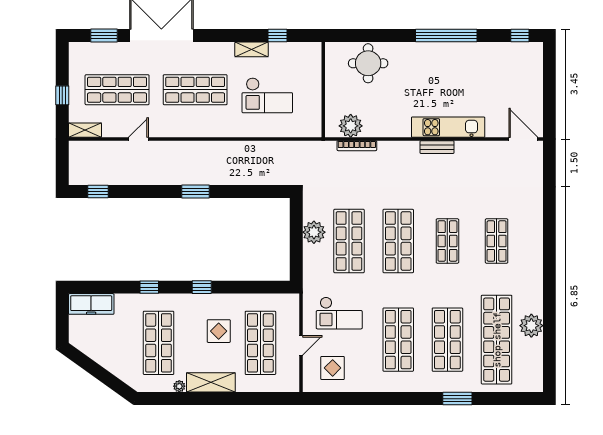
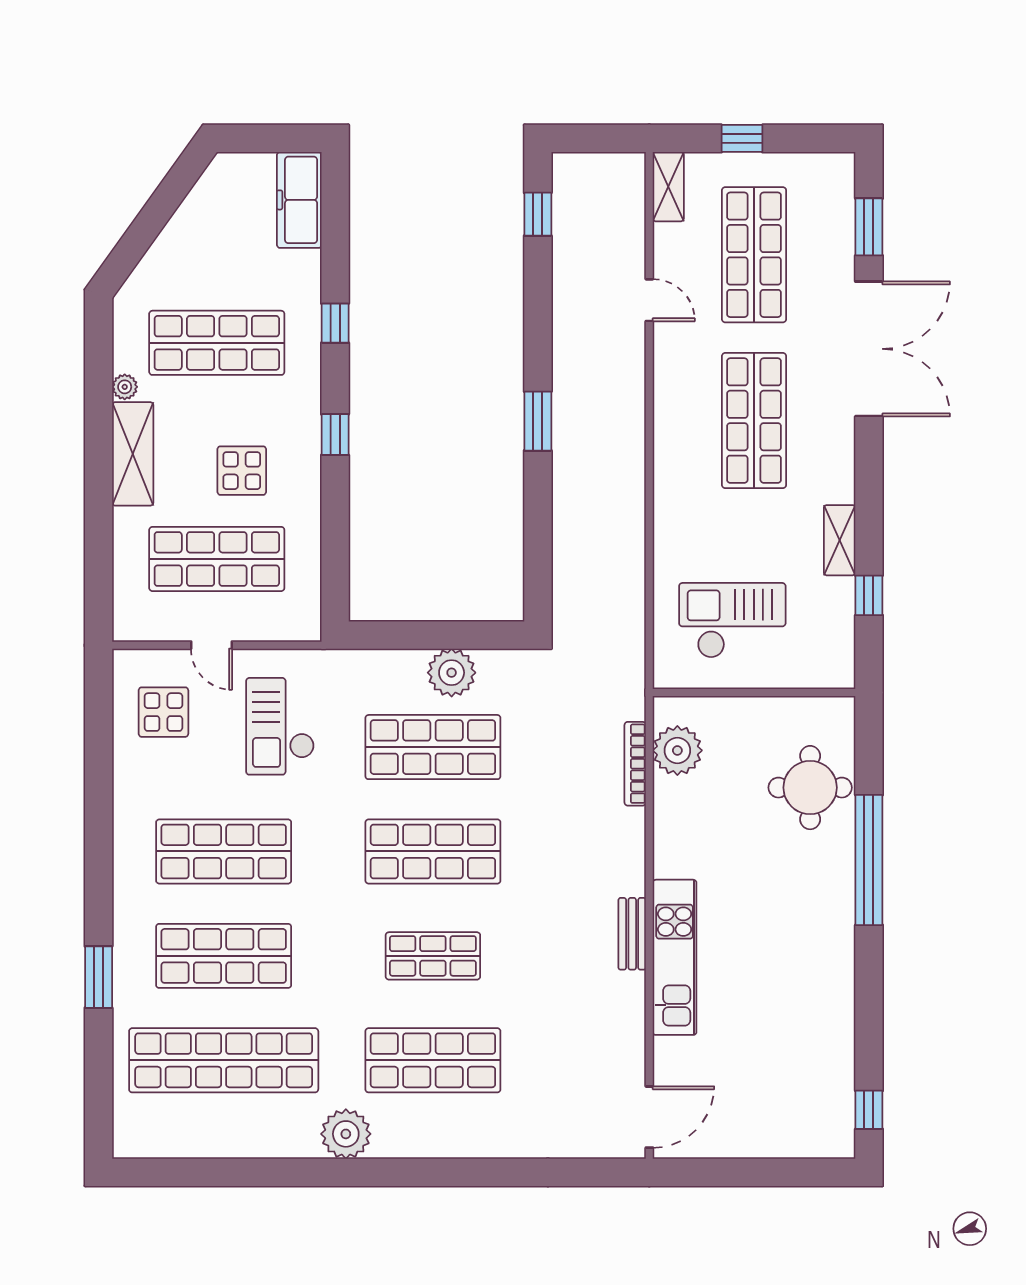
window: (446, 36) -> (869, 860), moved
checkout: (267, 95) -> (732, 620), moved, turned 90
shop shelf: (497, 241) -> (433, 1060), width x1.43, depth x1.36
plant: (531, 326) -> (346, 1134), moved

